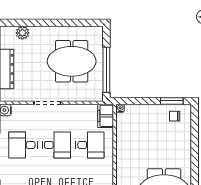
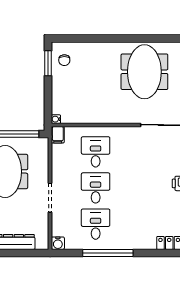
filing cabinet: (106, 116) -> (58, 135), width x0.50
desk: (23, 145) -> (96, 224), turned 180

